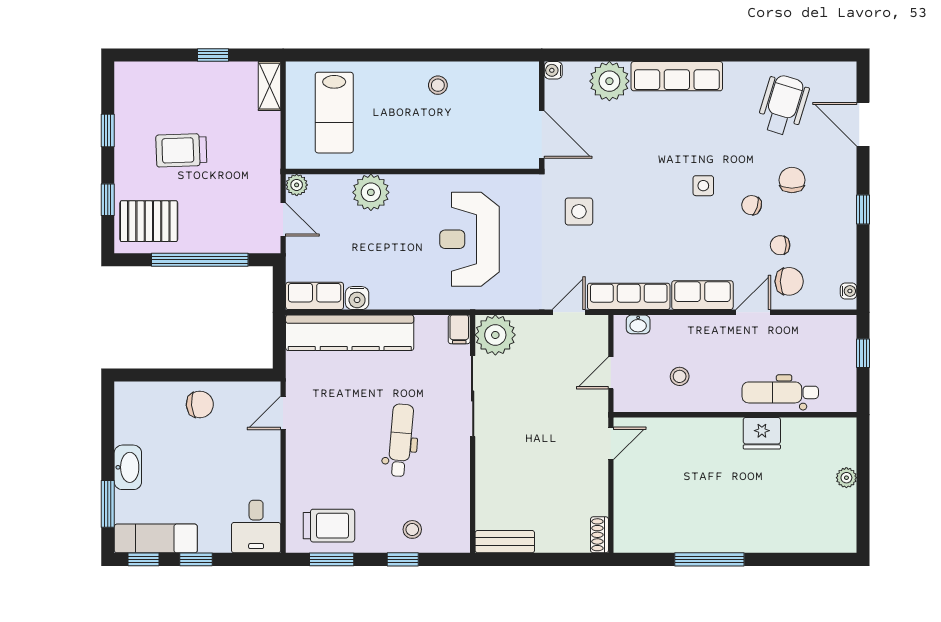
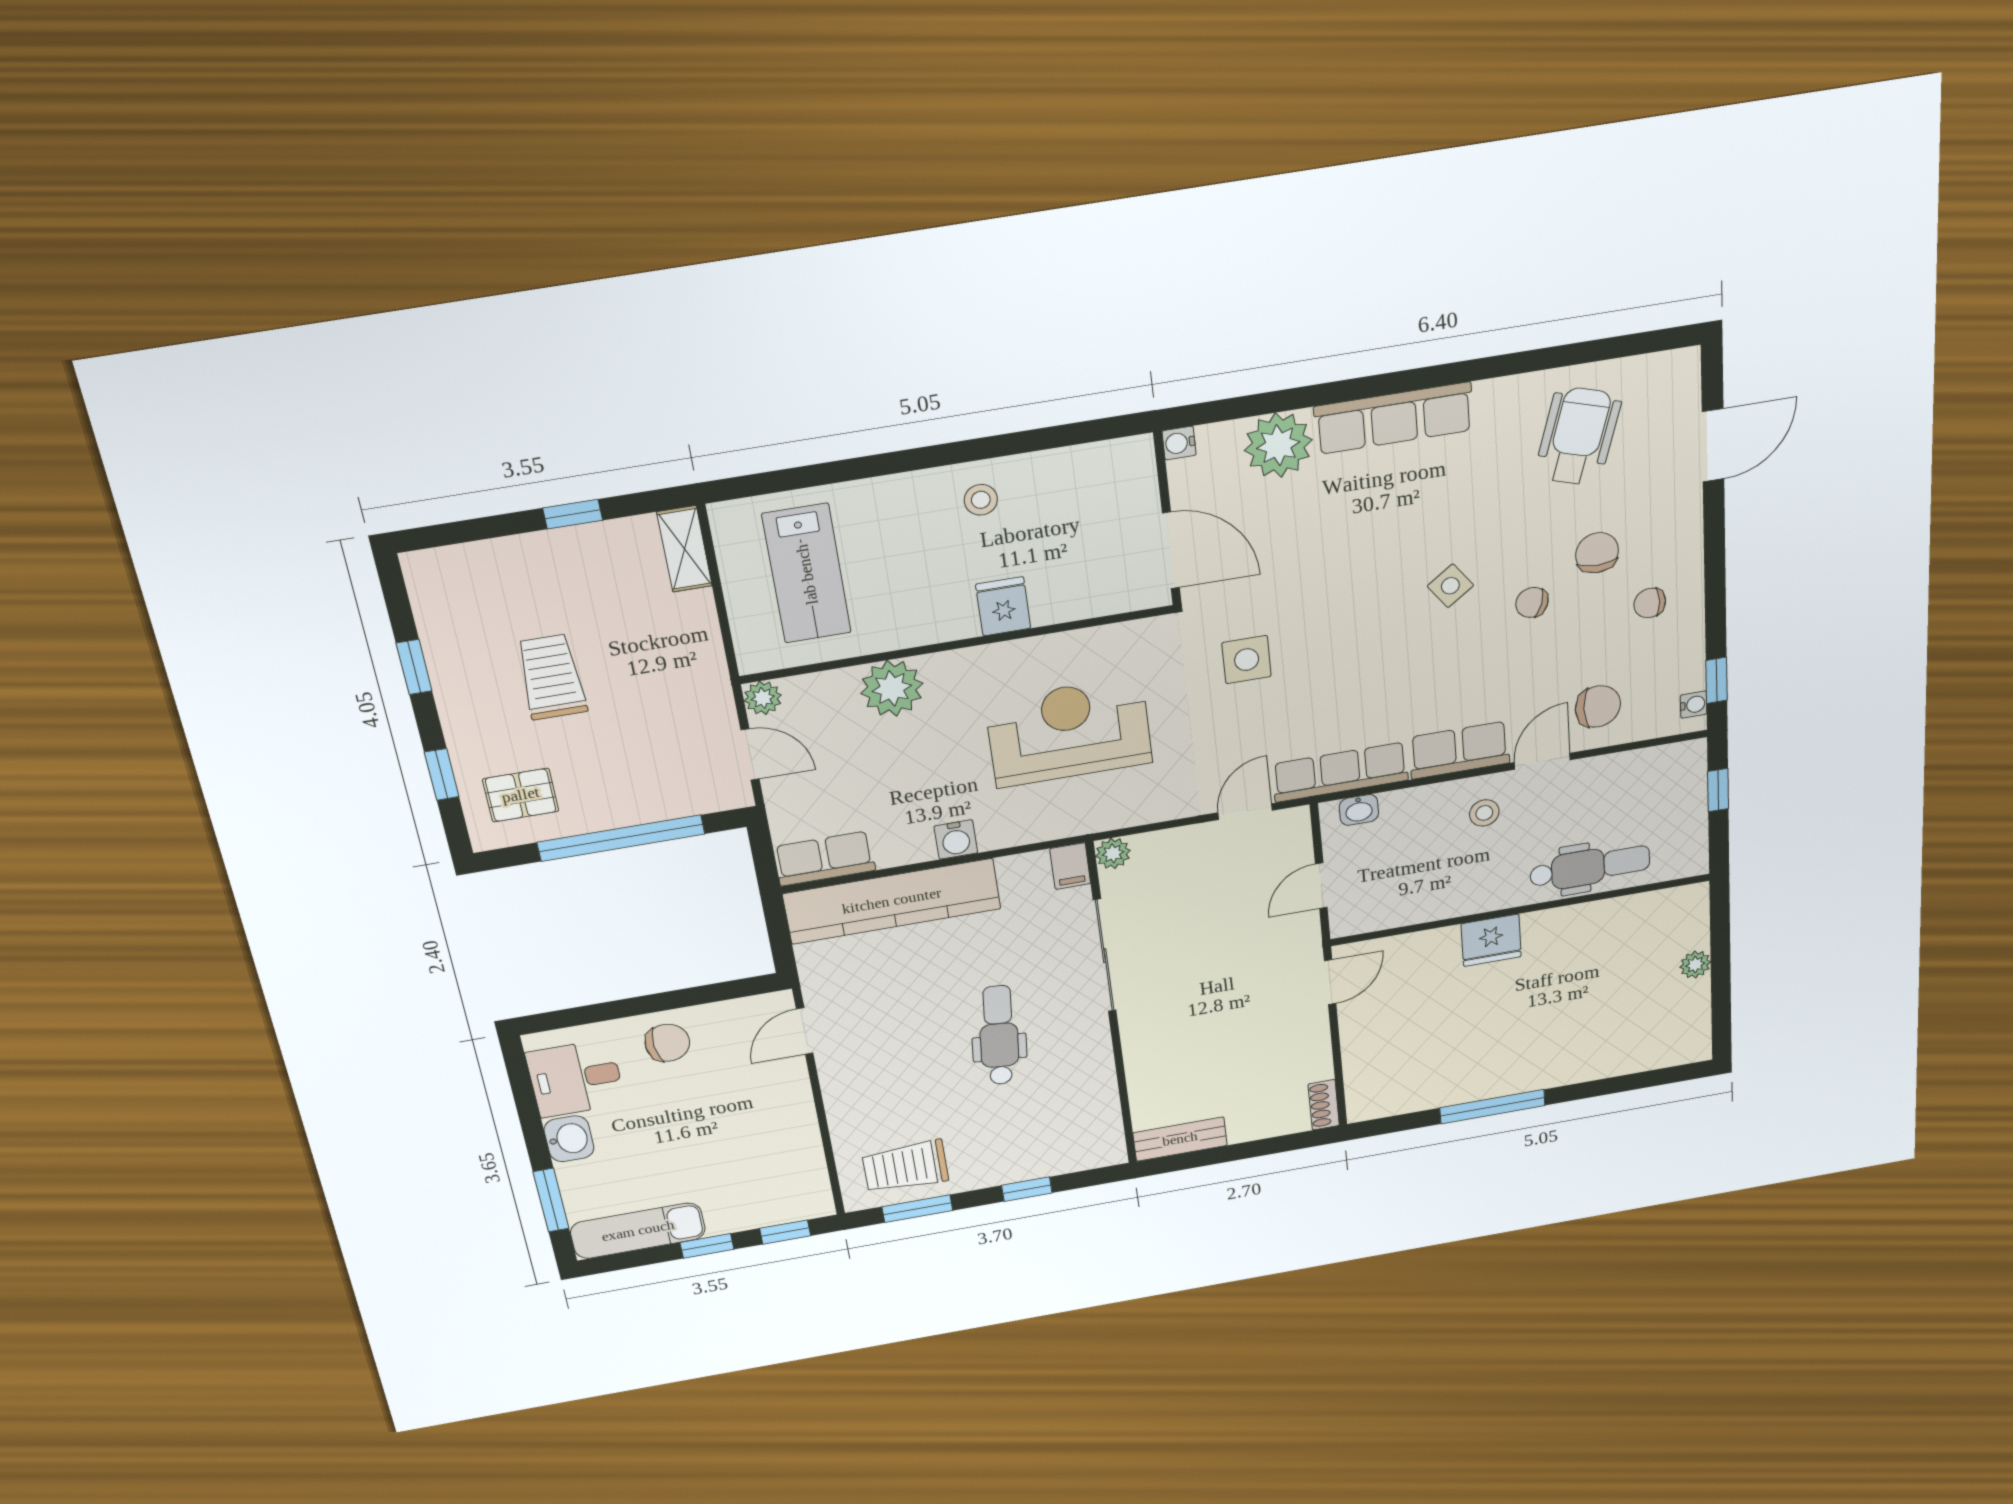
door: (863, 124) -> (1713, 445), swing flipped
trolley: (181, 150) -> (551, 677), turned 92
fridge: (442, 152) -> (1003, 606), added
side table: (703, 186) -> (1450, 586), turned -36
window: (863, 209) -> (1716, 680), moved
pallet: (149, 221) -> (521, 795), width x0.67, depth x0.71
reception desk: (469, 239) -> (1069, 732), turned 90
chair: (780, 245) -> (1650, 603), moved
water cooler: (357, 298) -> (956, 840), moved
plant: (495, 335) -> (1113, 853), width x0.53, depth x0.53
stool: (680, 376) -> (1484, 813), moved
dental chair: (780, 392) -> (1590, 867), turned 180
fridge: (762, 433) -> (1491, 940), moved
washbasin: (128, 467) -> (569, 1139), width x0.72
trolley: (329, 526) -> (905, 1167), turned 180
desk: (256, 527) -> (576, 1078), moved, turned 90
stool: (412, 529) -> (1035, 1149), removed
window: (143, 559) -> (785, 1232), moved

